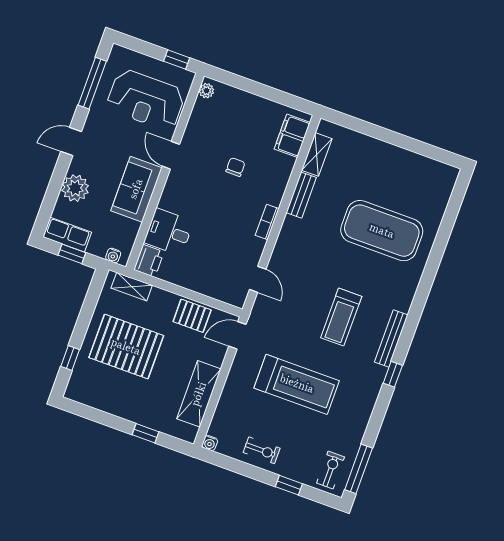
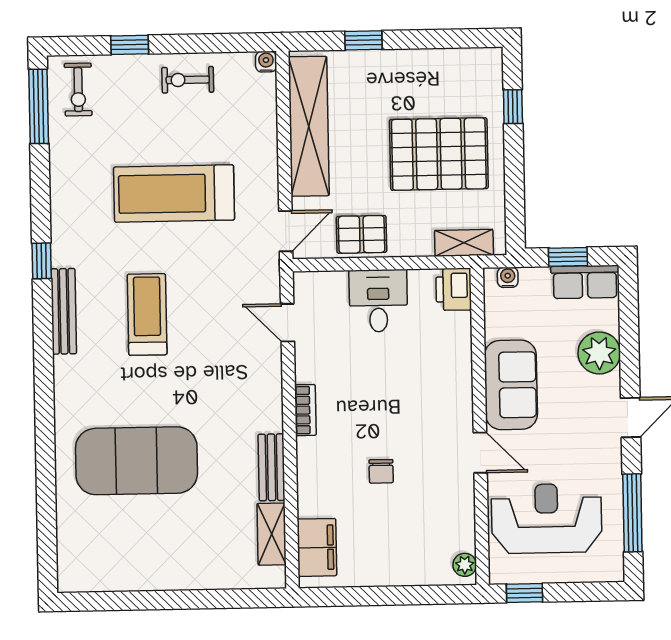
desk: (169, 232) -> (378, 301), moved, turned -90
shelving: (199, 394) -> (309, 126), width x1.47

